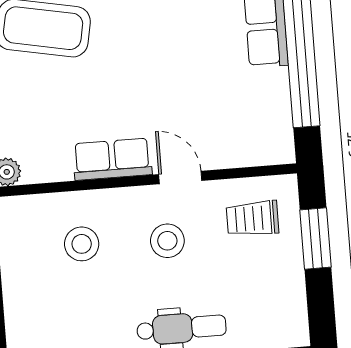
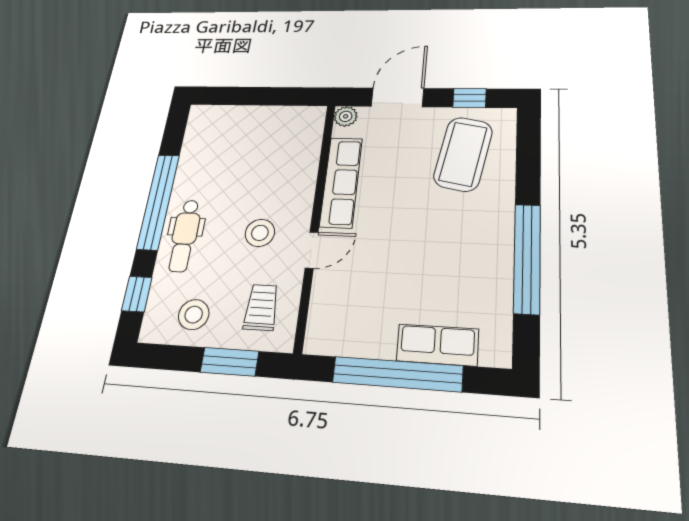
row of seats: (112, 159) -> (341, 182), width x1.48
stool: (82, 244) -> (194, 315), moved

